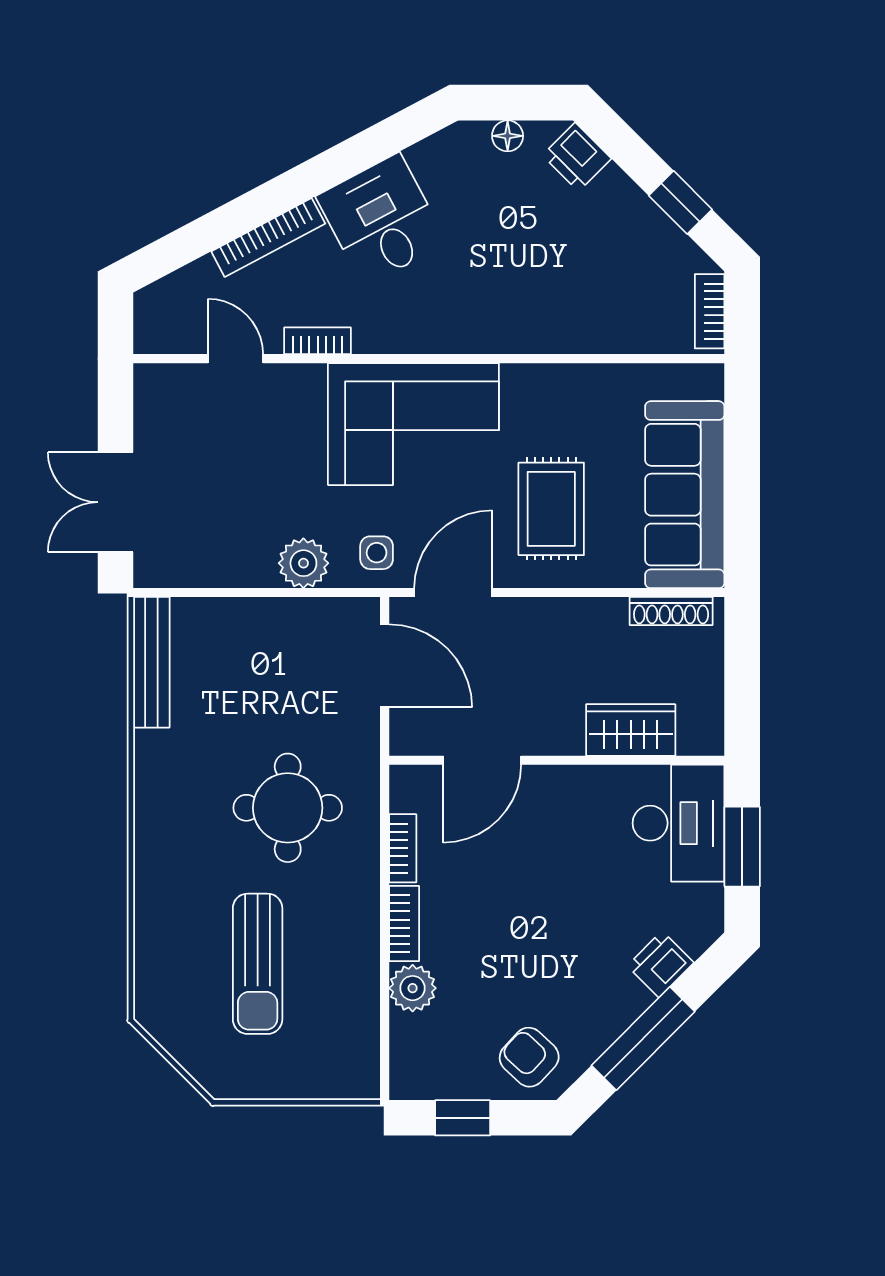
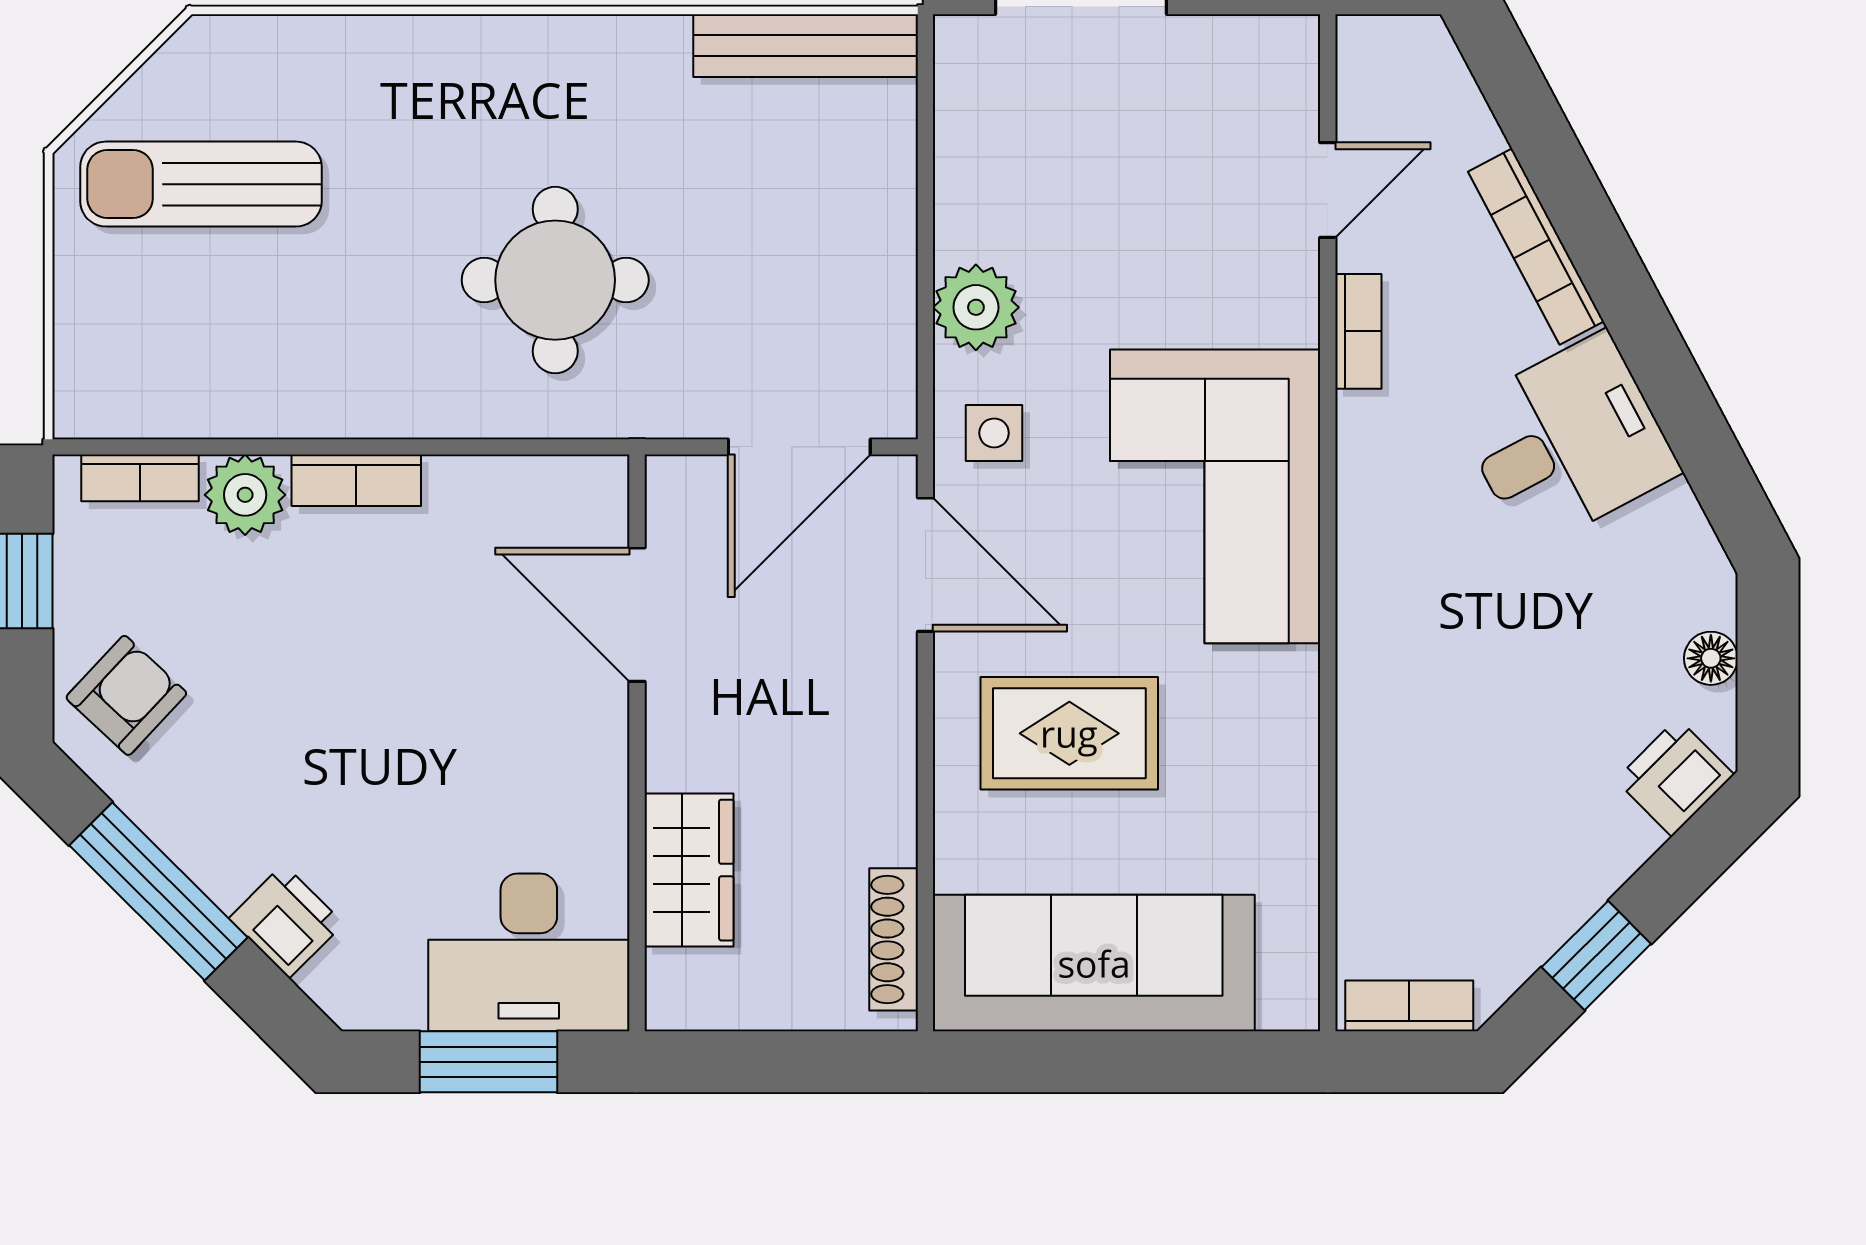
bookcase: (403, 848) -> (140, 478), moved
sun lounger: (258, 964) -> (201, 184), moved

